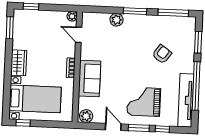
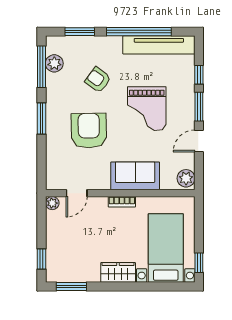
plant: (117, 20) -> (54, 63), moved
armchair: (125, 46) -> (89, 131), added
grand piano: (144, 102) -> (147, 109), moved

